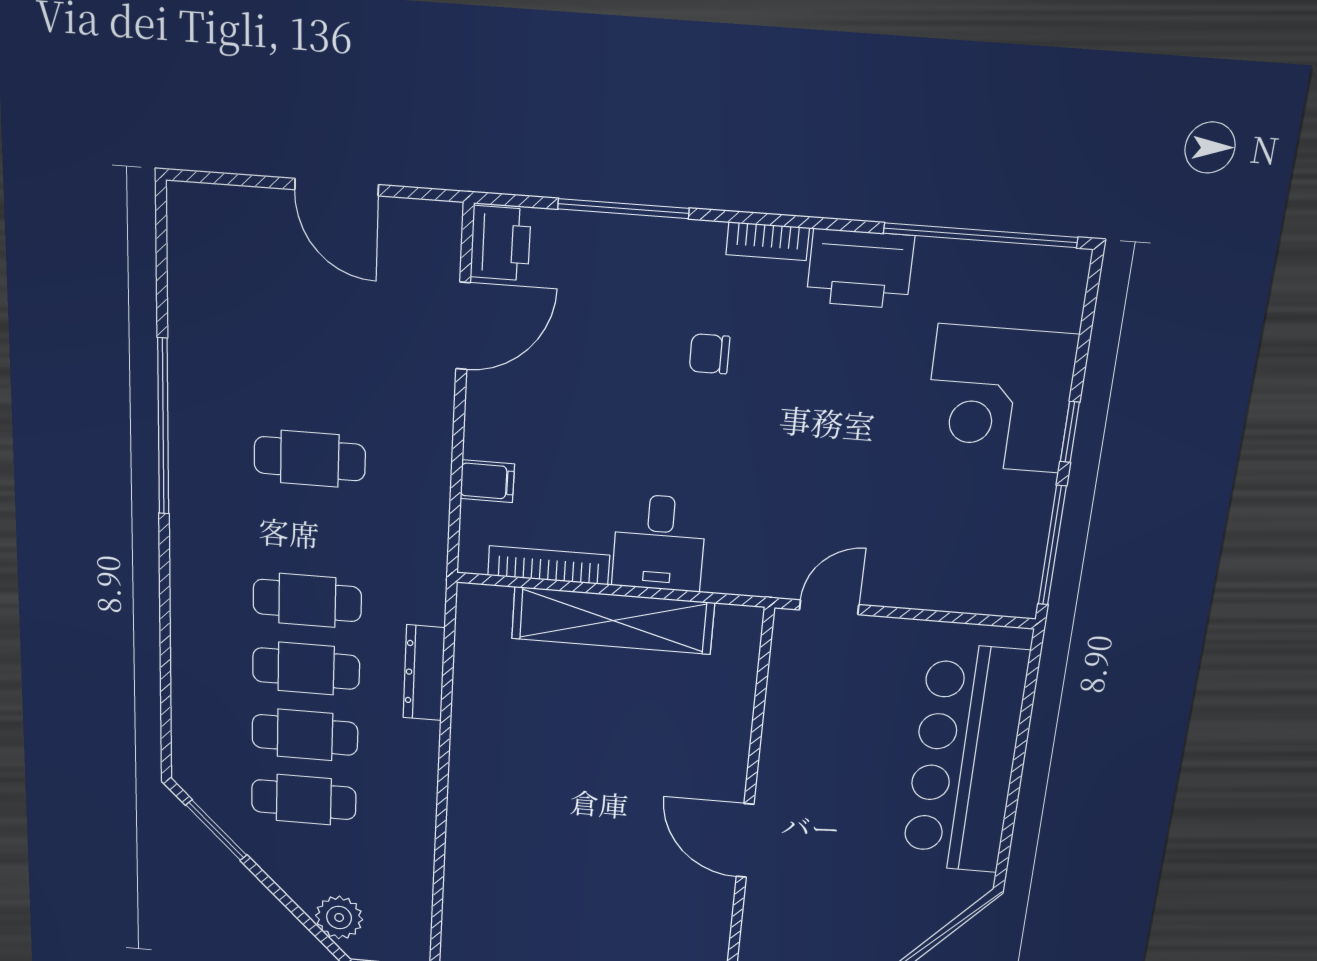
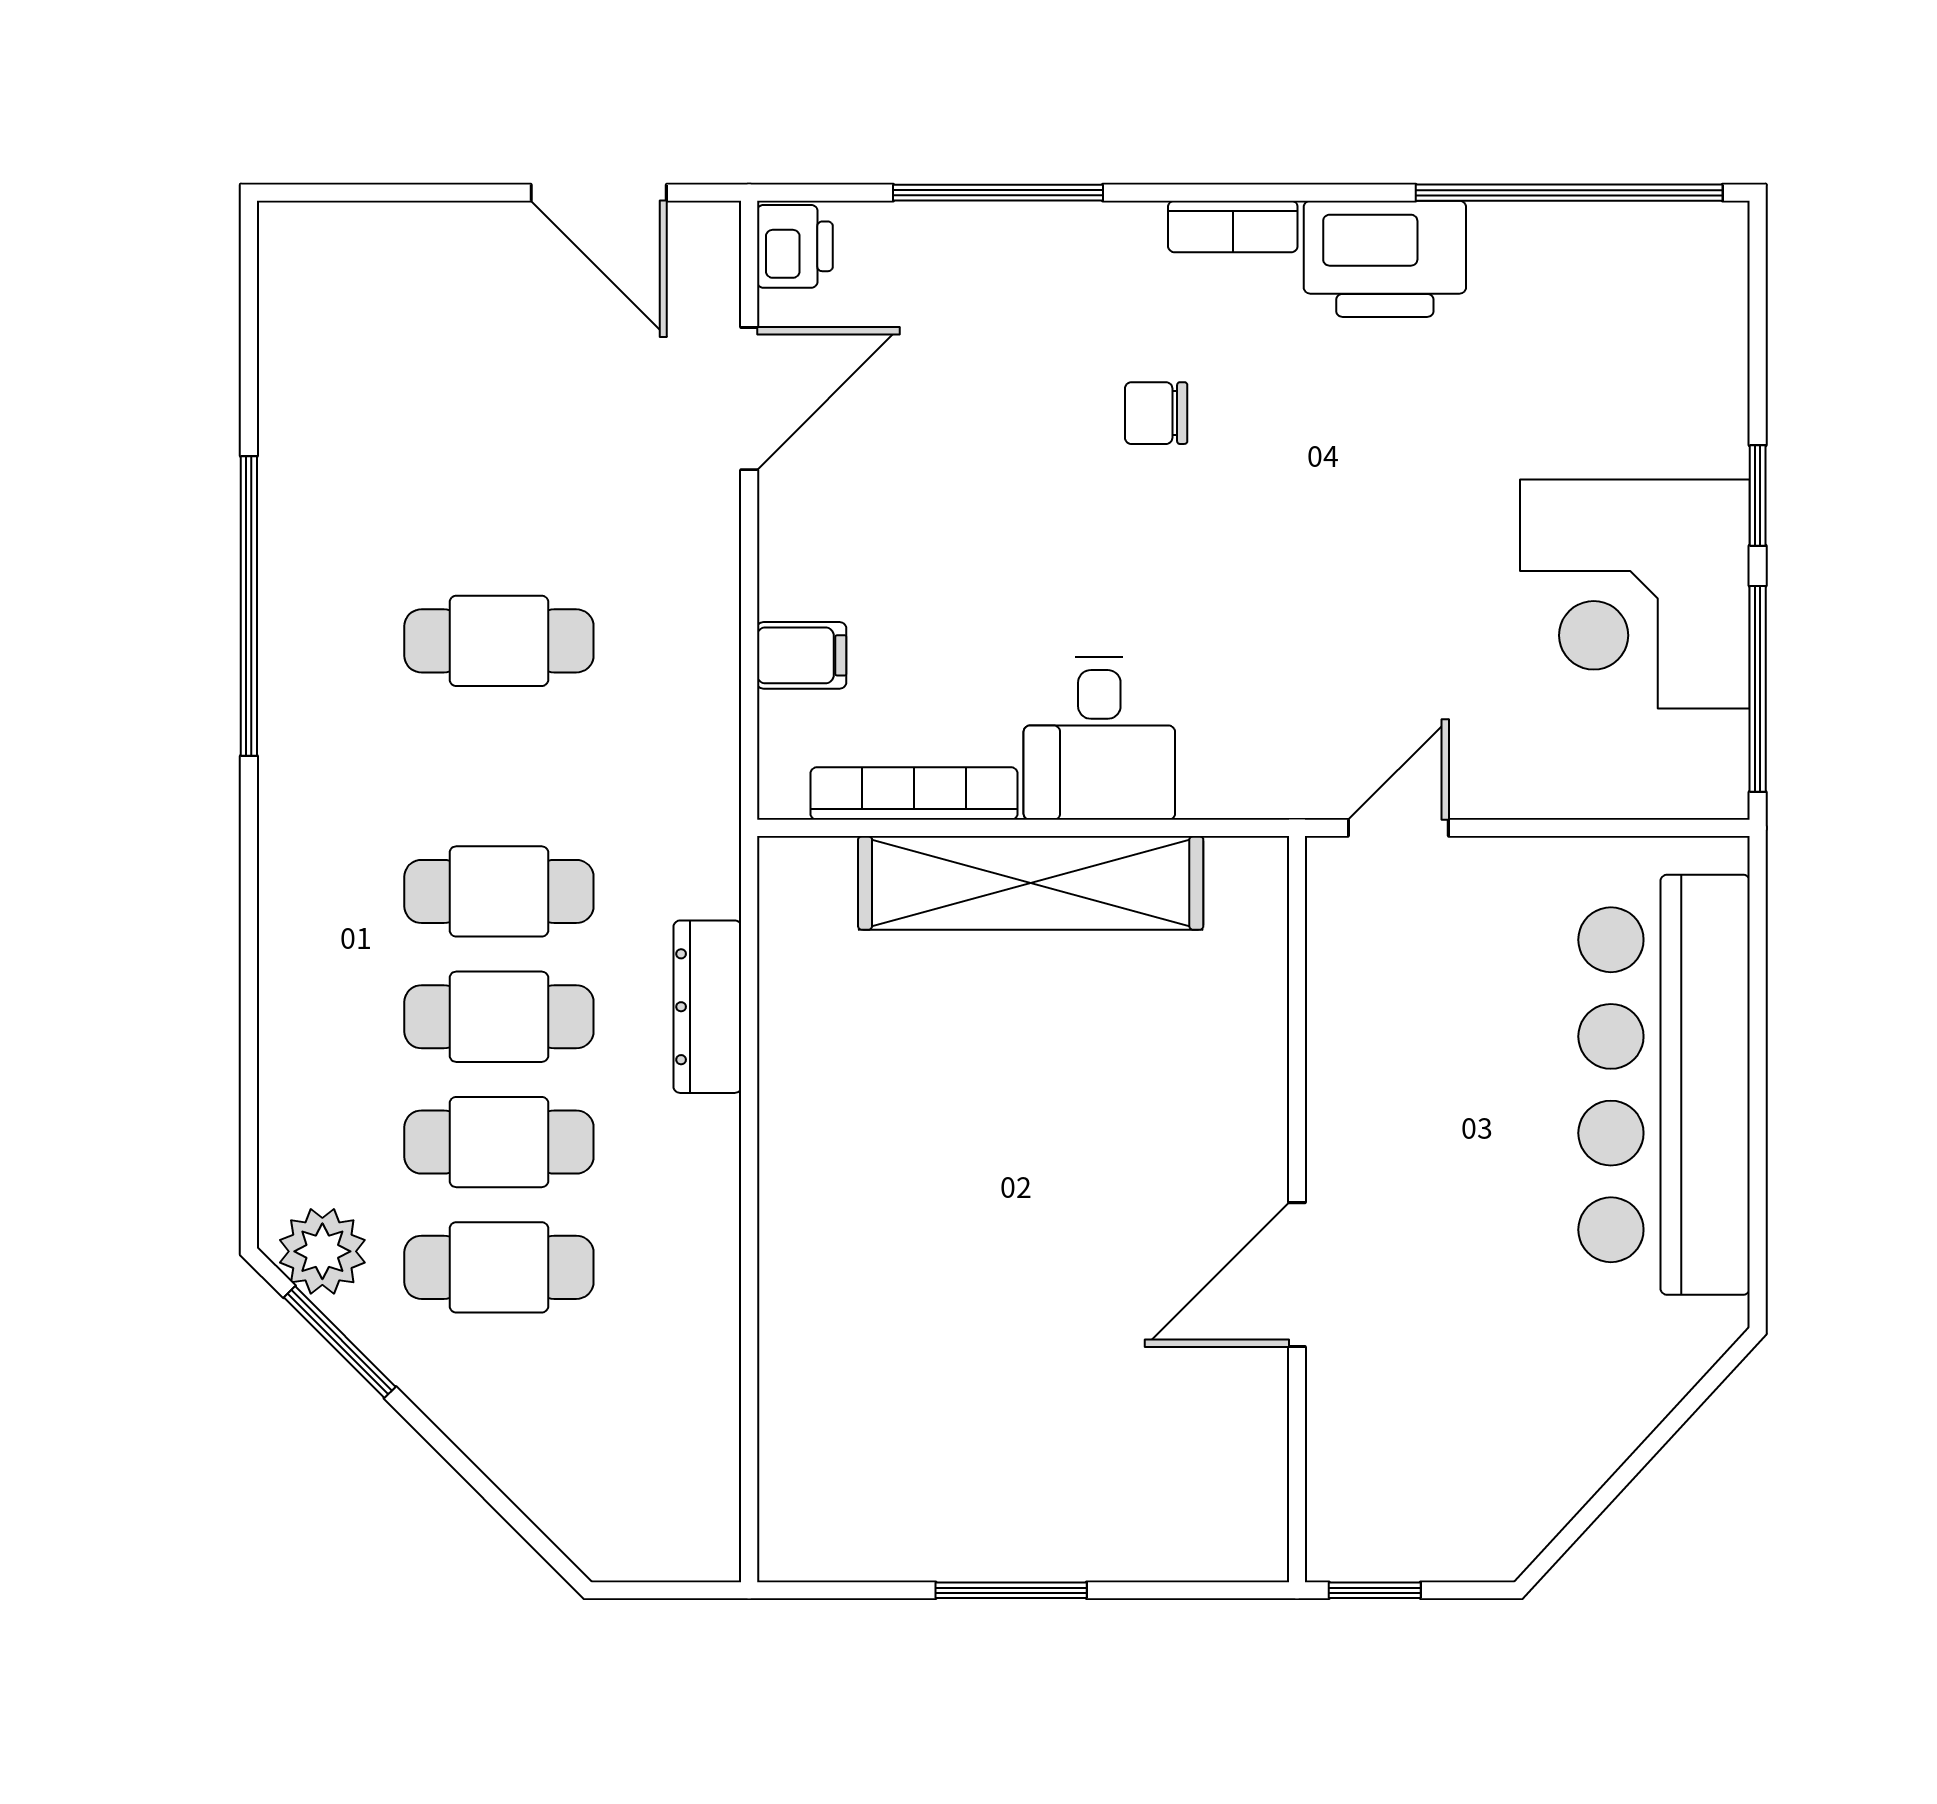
door: (337, 187) -> (599, 193), moved
printer: (501, 243) -> (795, 246), width x0.73, depth x0.81
corner desk: (999, 399) -> (1635, 594), moved
door: (745, 841) -> (1297, 1275), hinge flipped
plant: (339, 917) -> (322, 1251), moved

